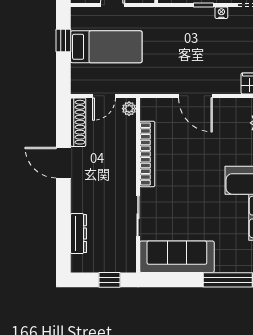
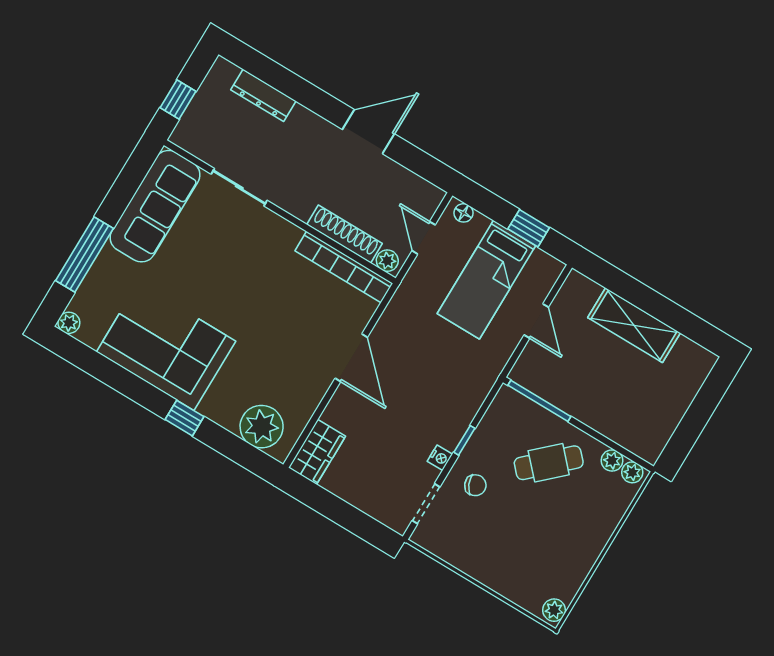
floor lamp: (77, 82) -> (464, 213), added
door: (195, 96) -> (351, 358), swing flipped
shoe rack: (78, 122) -> (344, 234), moved, turned 180
bookcase: (147, 154) -> (344, 267), moved

